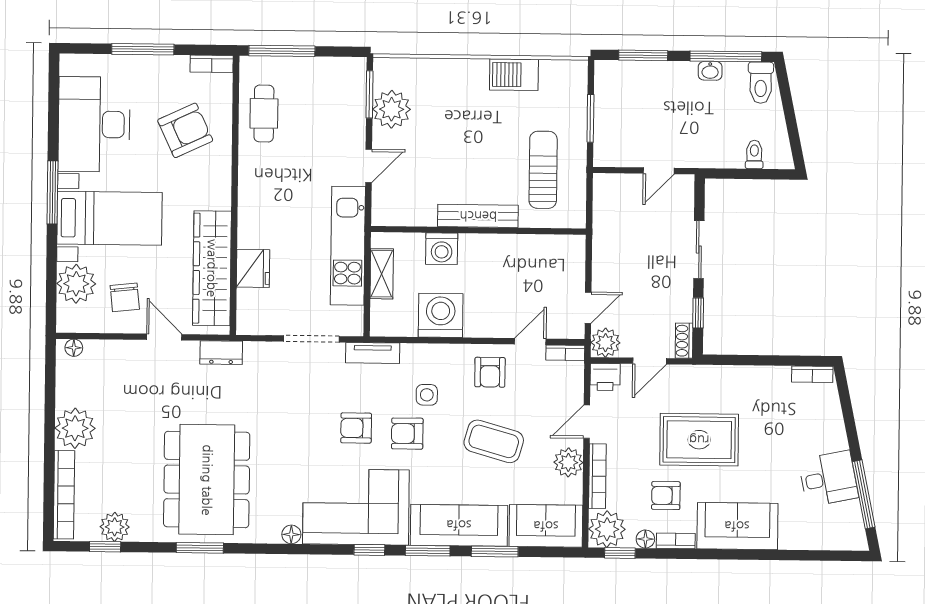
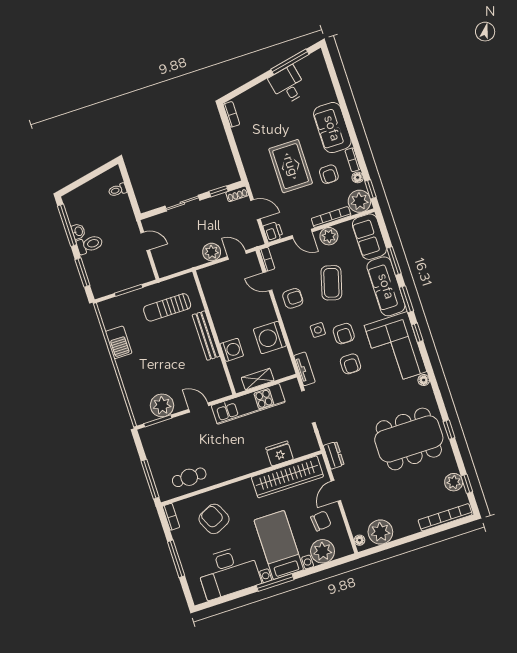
toilet: (761, 83) -> (90, 244), moved
plant: (605, 343) -> (212, 252), moved
plant: (75, 428) -> (380, 532), moved
window: (200, 548) -> (449, 430), width x0.67

